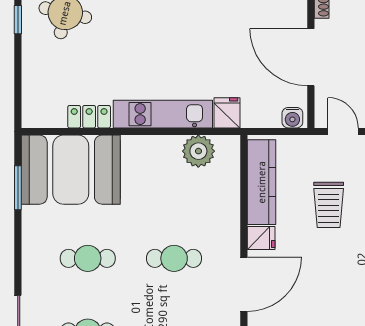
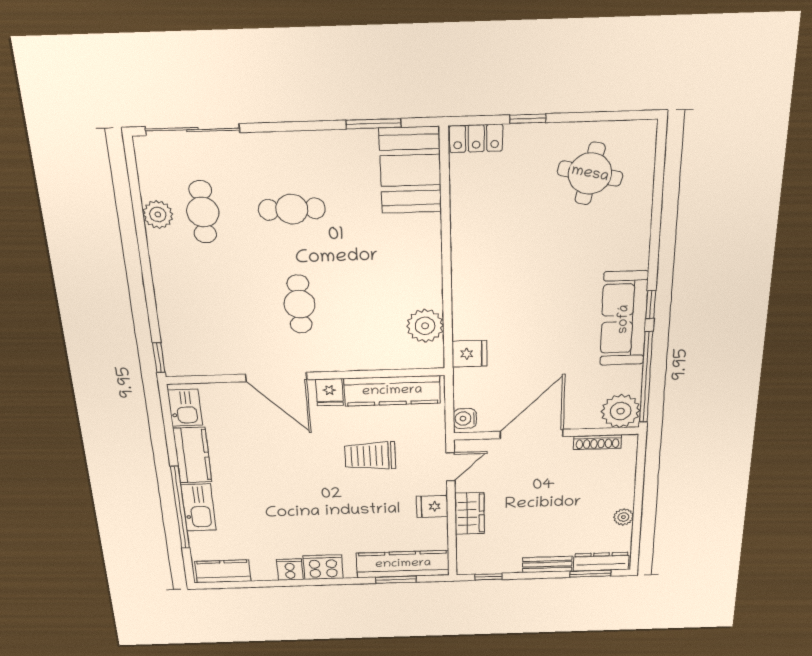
window: (18, 20) -> (528, 119), moved
kitchen unit: (163, 114) -> (467, 287), removed
locker: (89, 117) -> (476, 138), moved, turned 90
booth: (71, 170) -> (410, 170), width x0.73, depth x0.70
cafe table: (88, 258) -> (292, 209), turned 90

